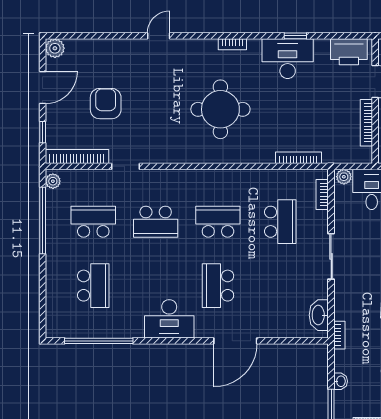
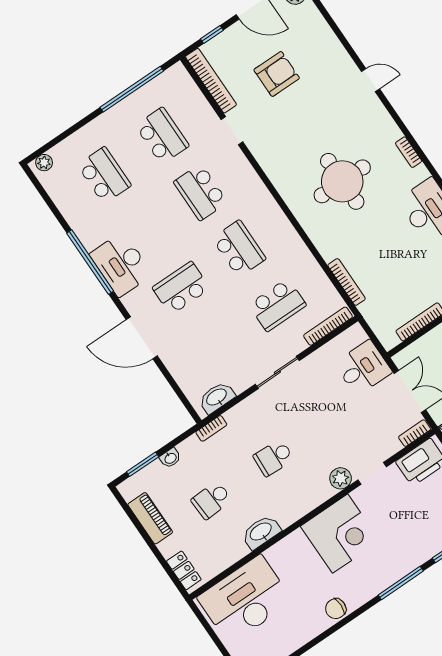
plant: (344, 177) -> (357, 335), removed
plant: (53, 181) -> (44, 163), moved
bookcase: (322, 195) -> (328, 326), width x1.56
school desk: (93, 286) -> (104, 175), turned -90
window: (99, 341) -> (90, 262), moved

